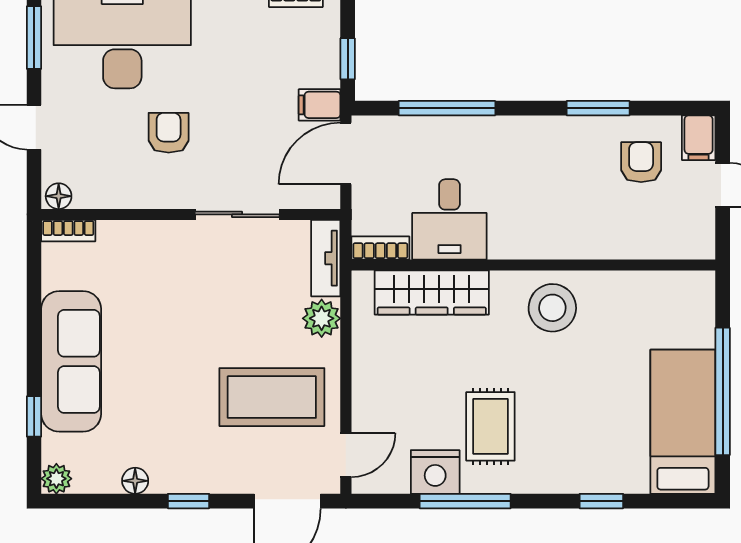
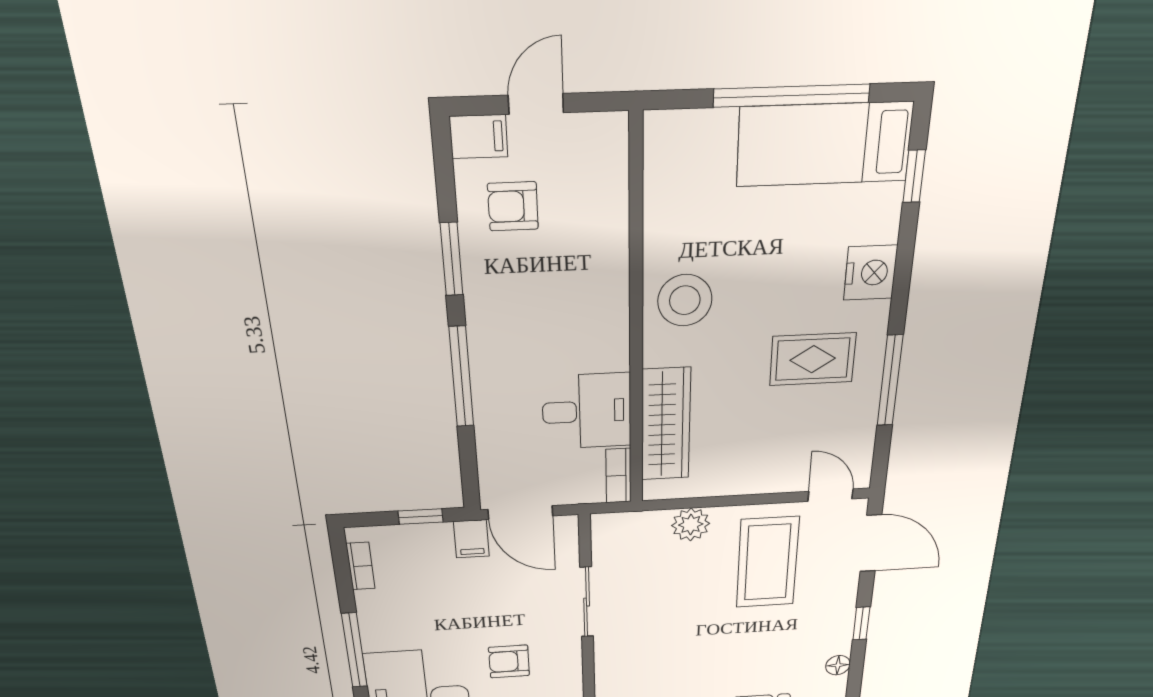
window: (447, 108) -> (461, 377), moved
tv unit: (326, 258) -> (629, 524), removed
nightstand: (435, 472) -> (870, 273), moved
window: (601, 501) -> (914, 176), moved

